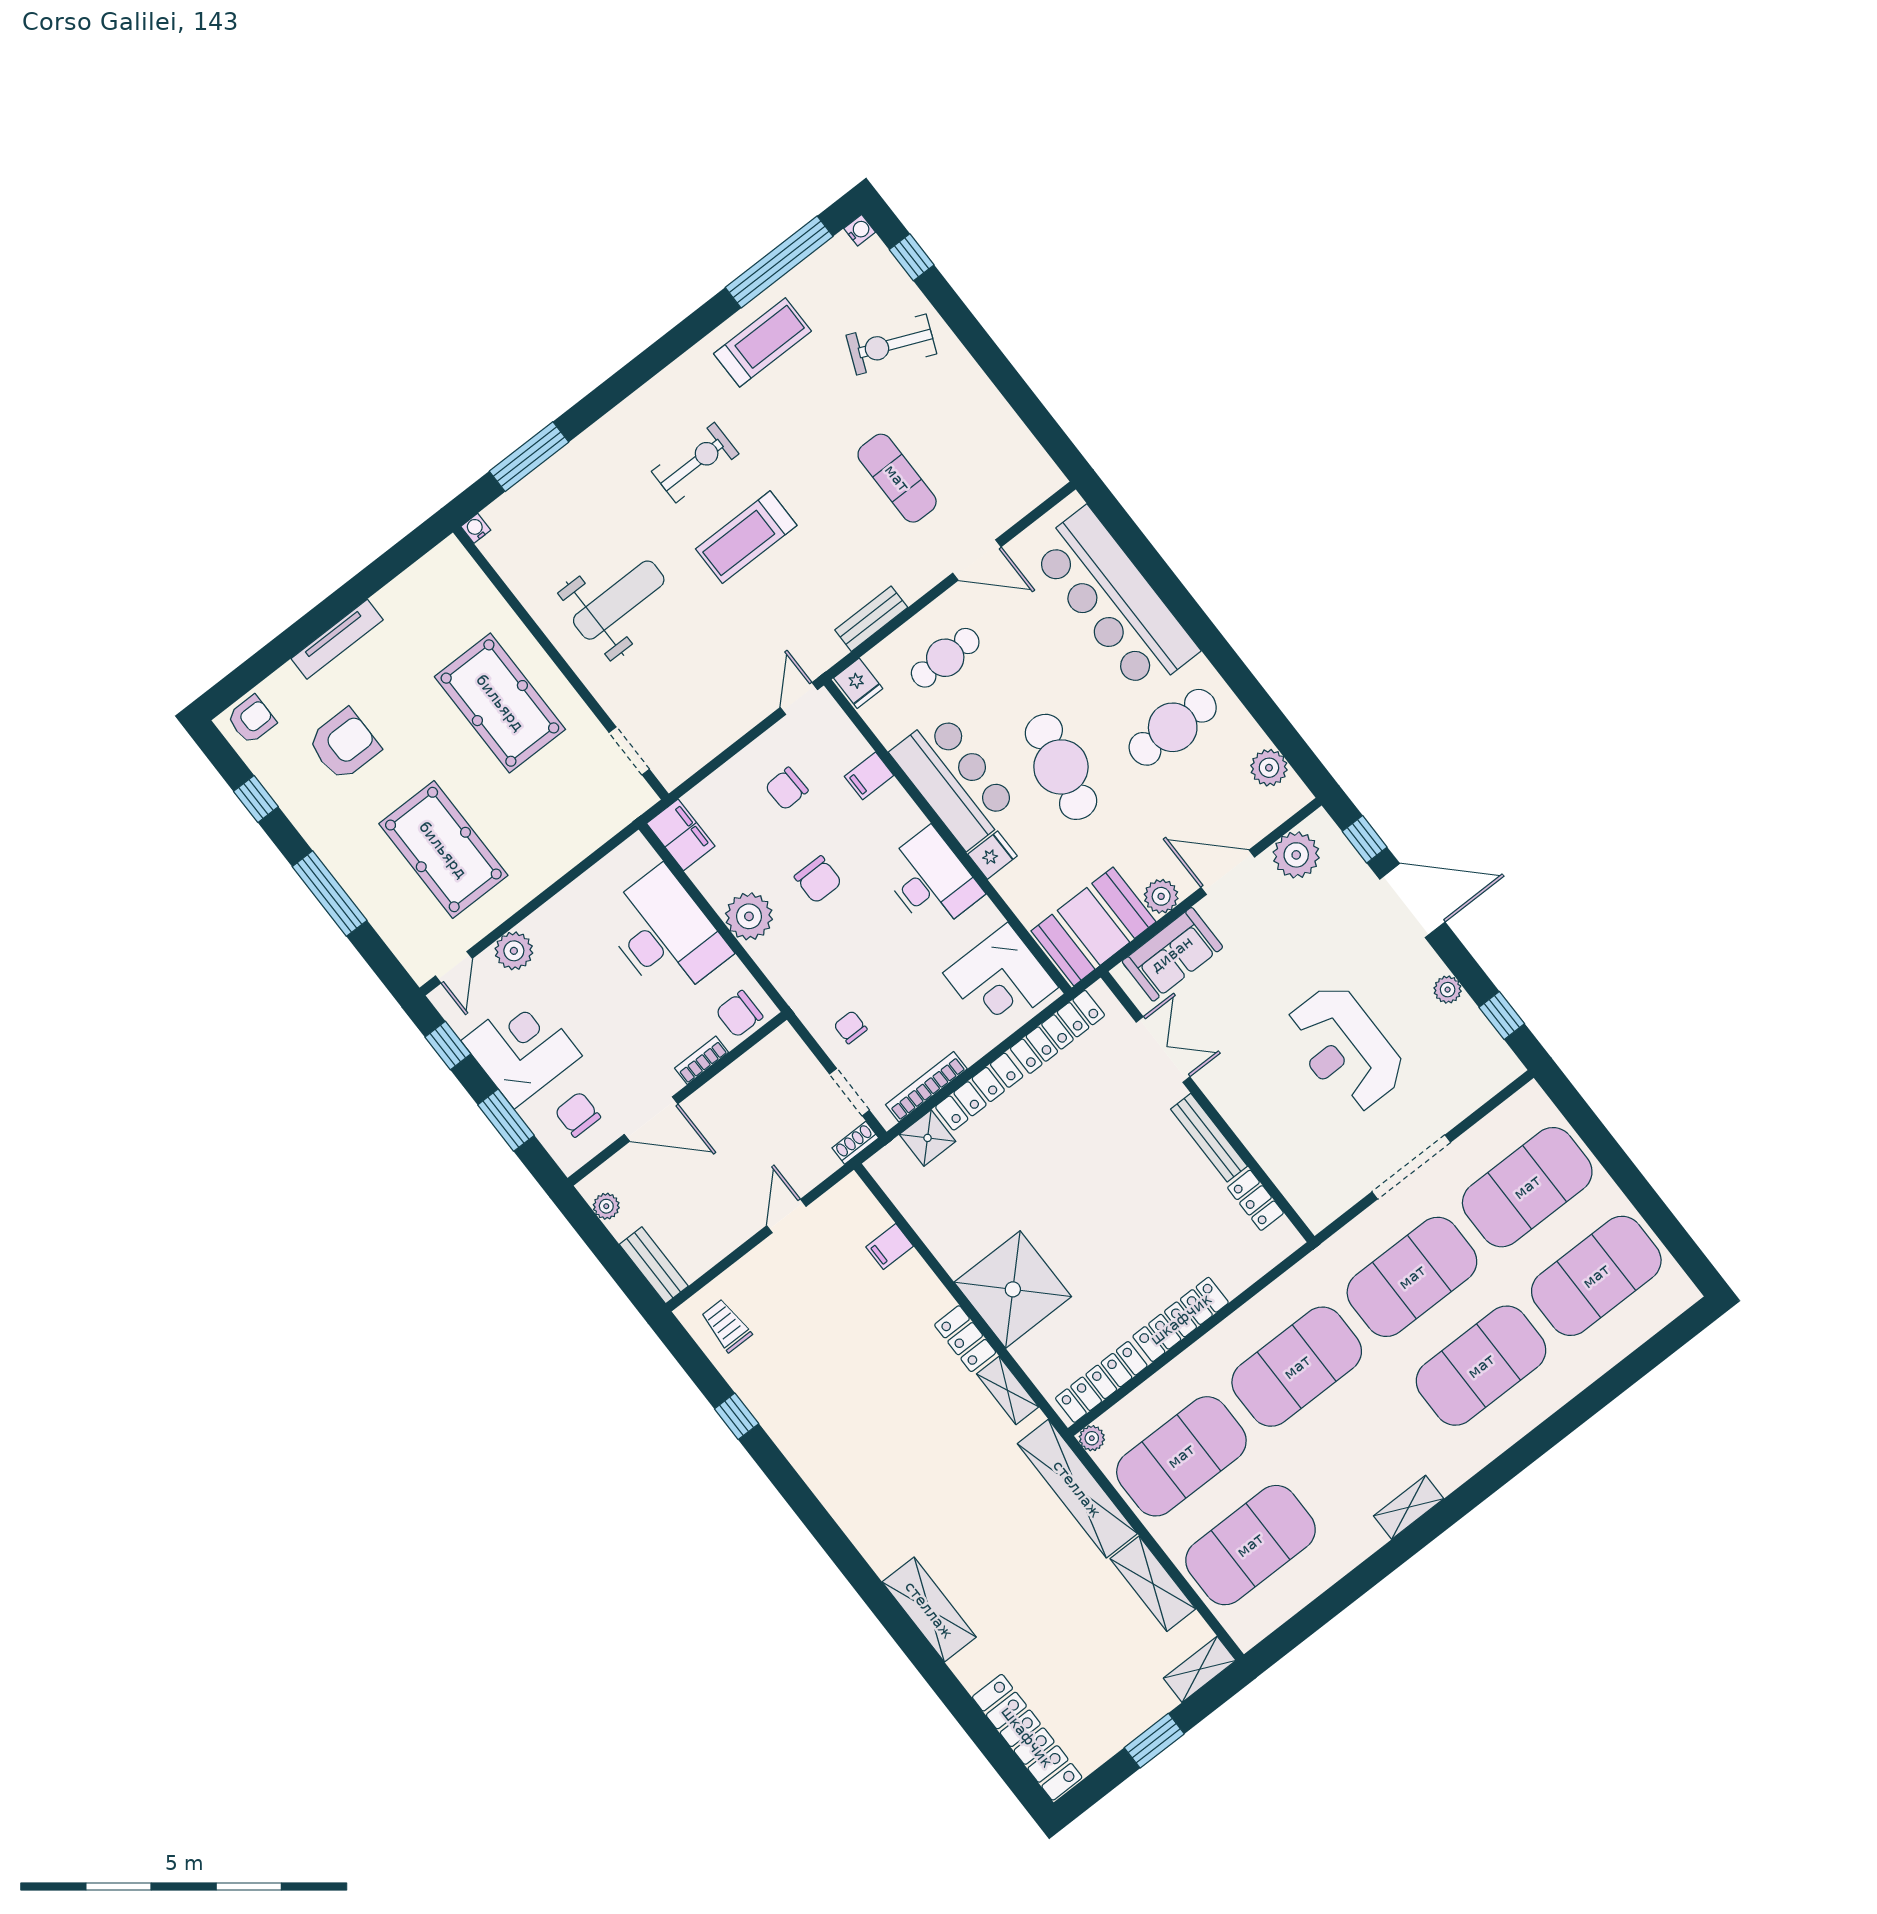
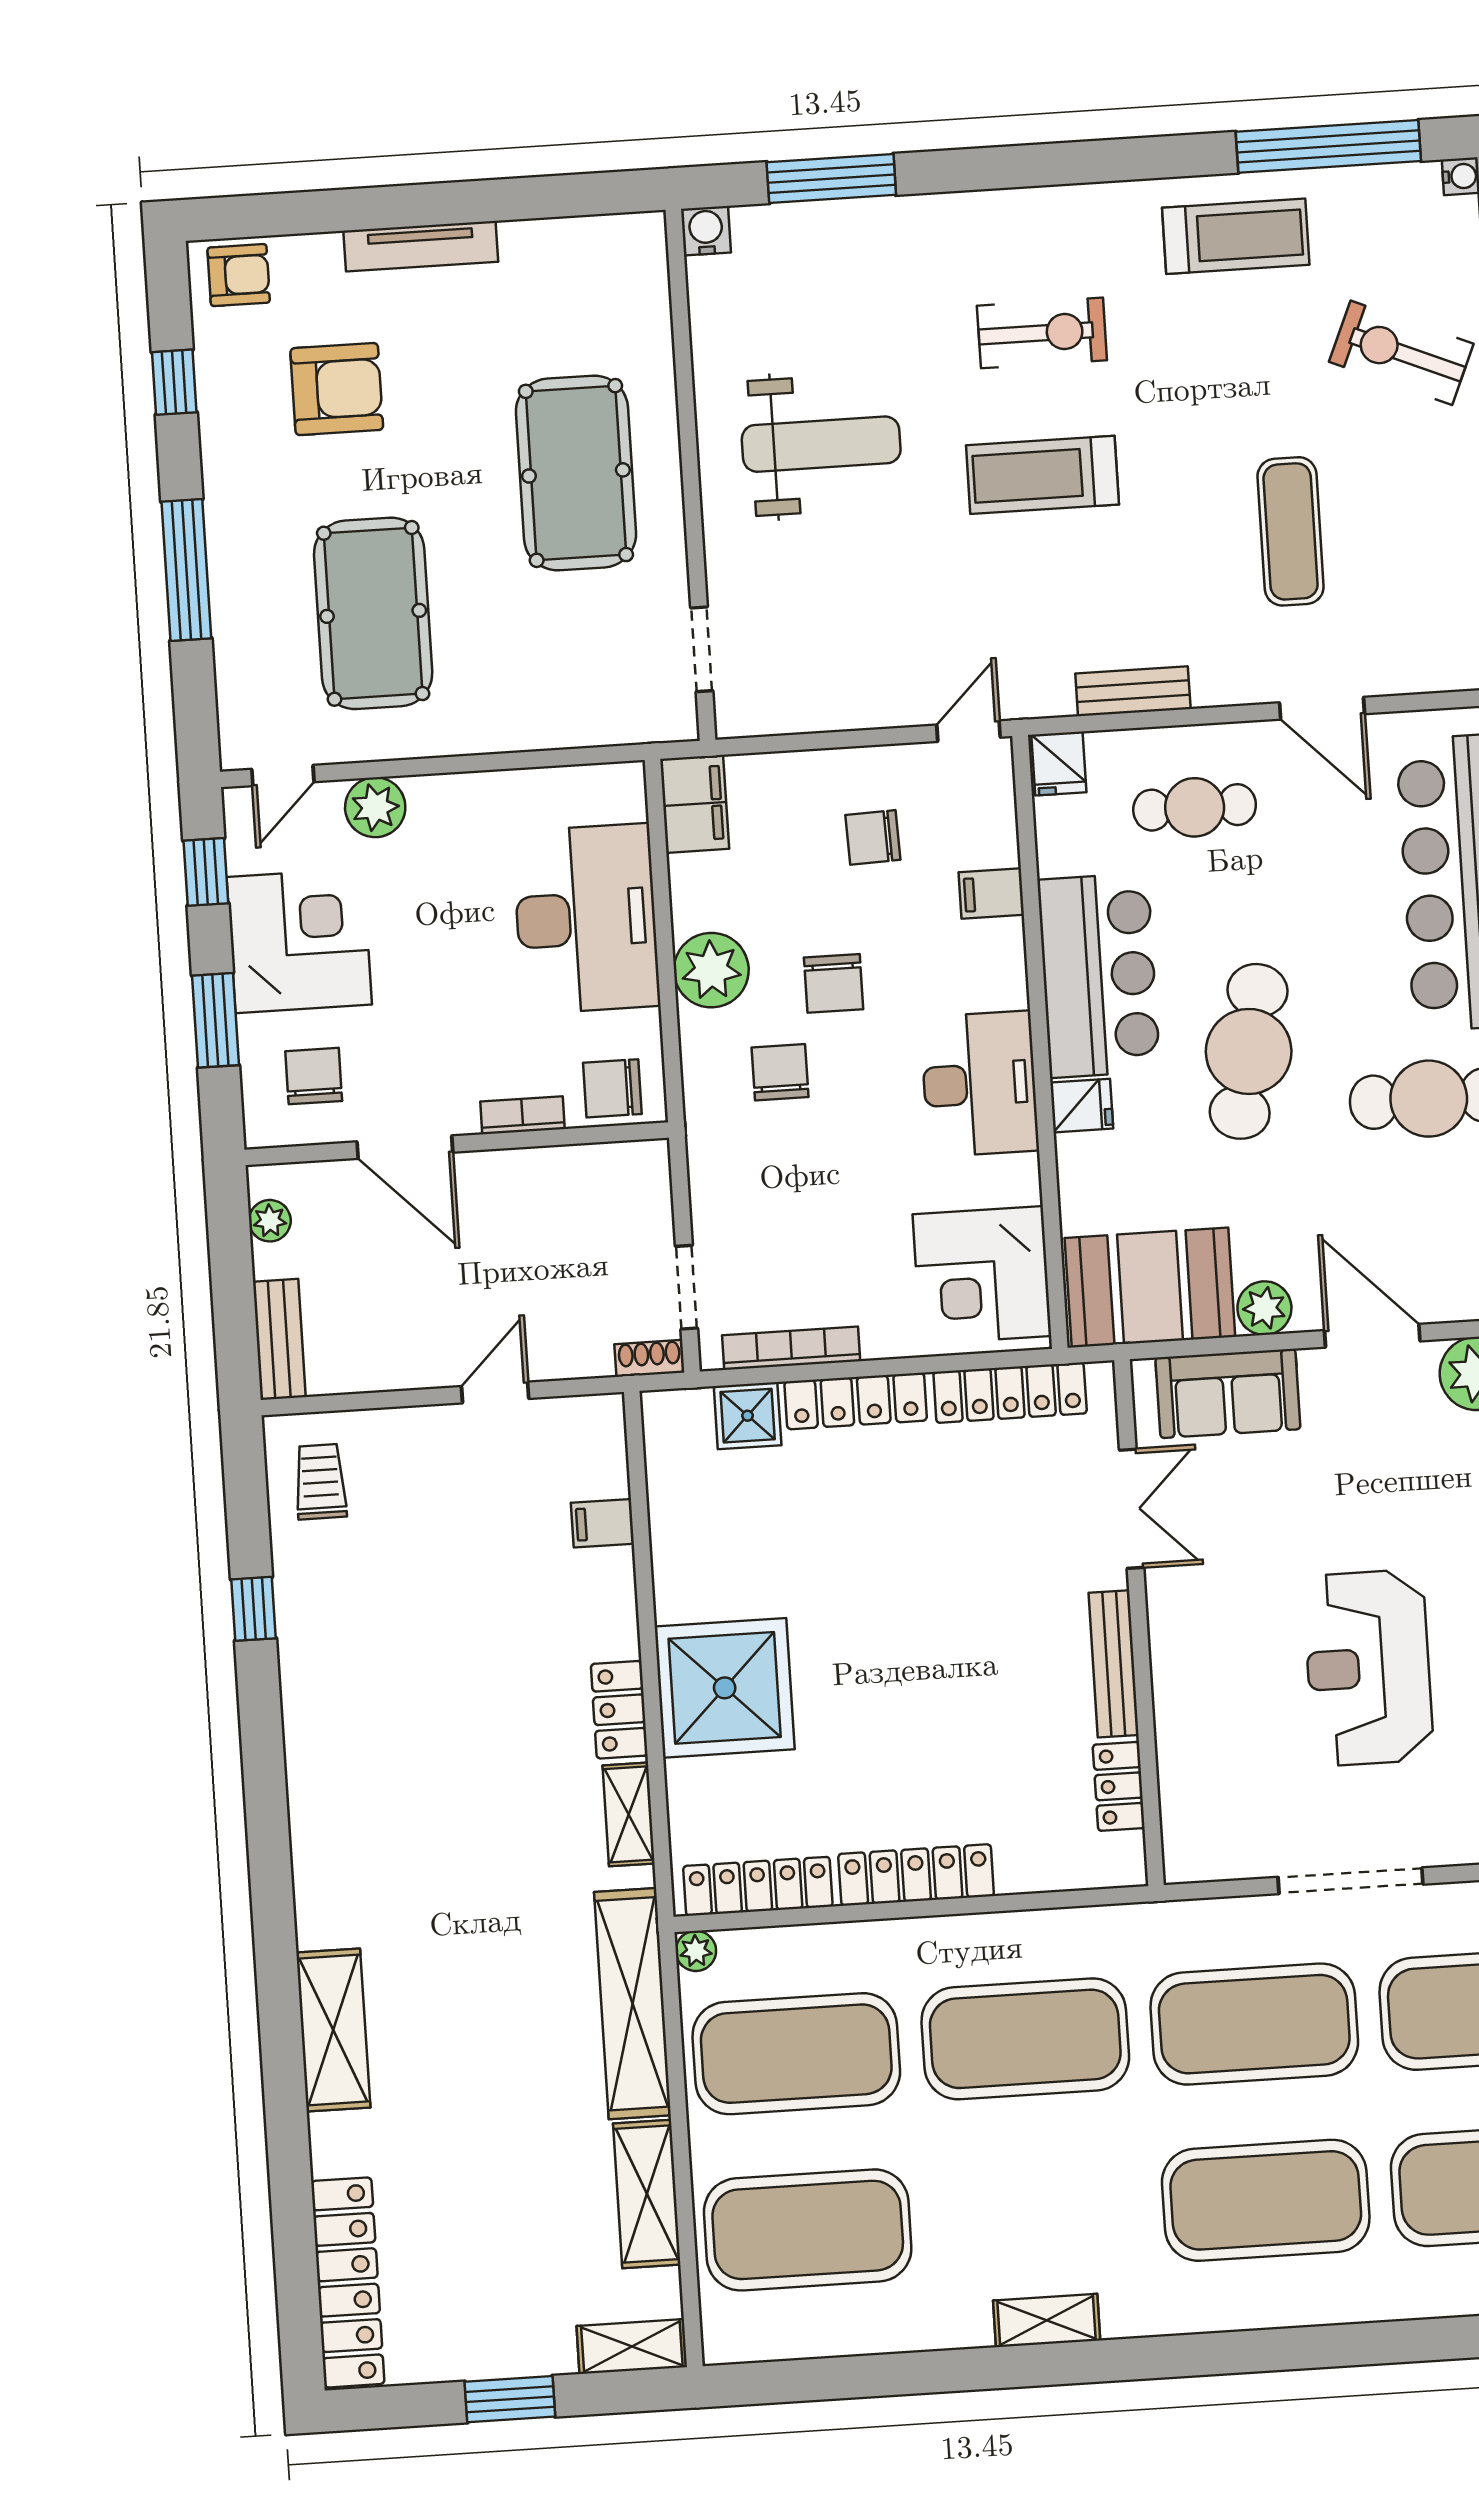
water cooler: (476, 528) -> (706, 231), width x1.38, depth x1.38
chair: (850, 1027) -> (780, 1072), moved, width x1.37, depth x1.37

